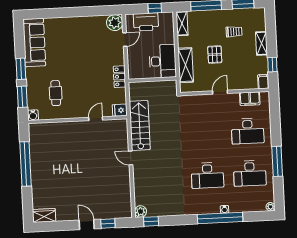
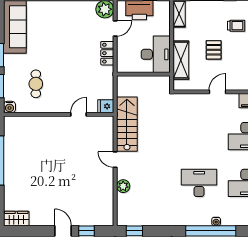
locker: (120, 77) -> (107, 53), moved
desk: (207, 175) -> (199, 183), turned 180
plant: (141, 211) -> (123, 186), moved

